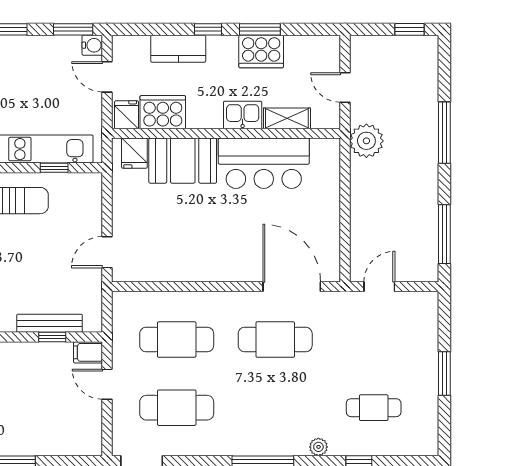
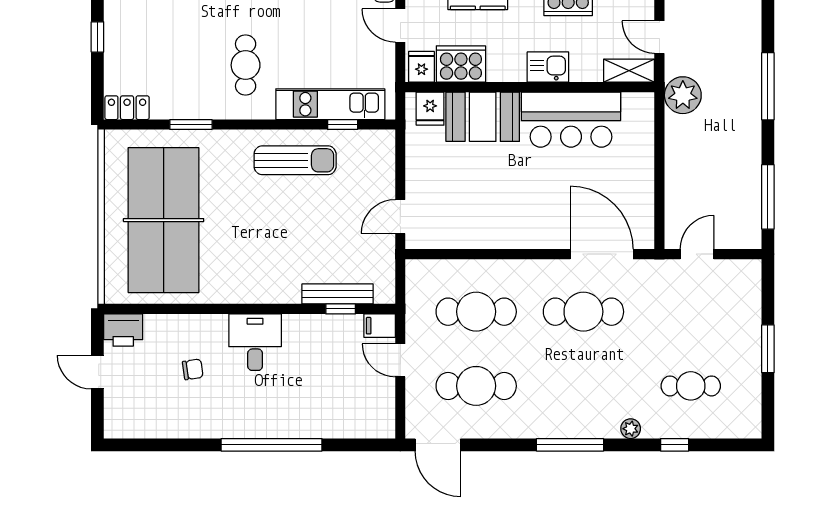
shelving: (287, 118) -> (629, 71), moved

